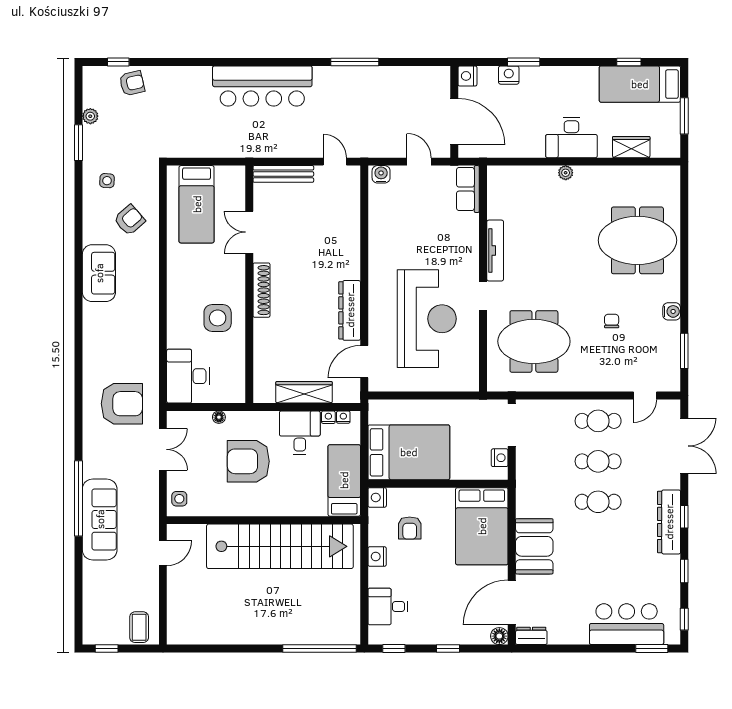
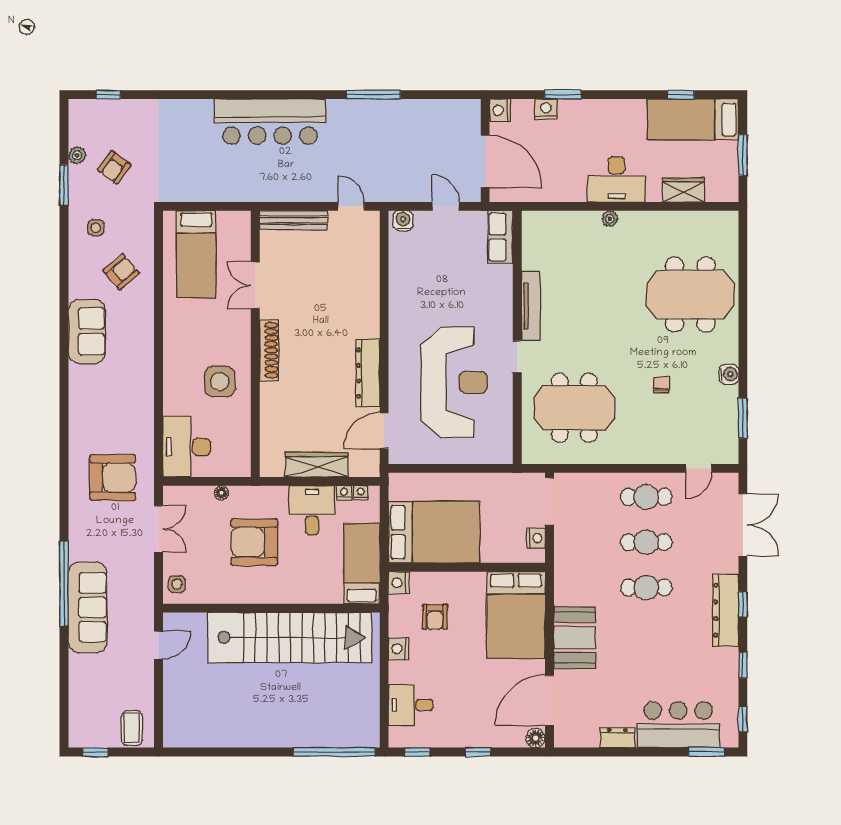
armchair: (132, 83) -> (114, 167), moved, turned 139
dresser: (531, 636) -> (617, 738), moved

